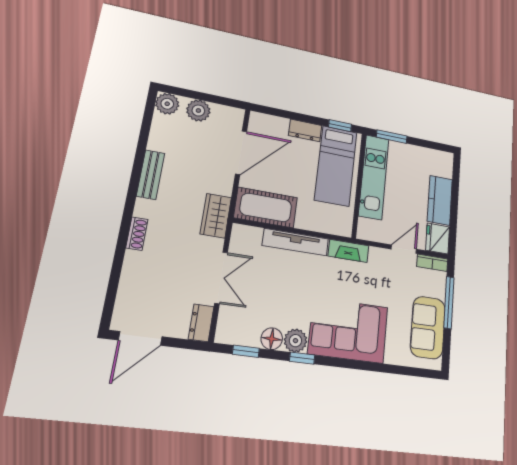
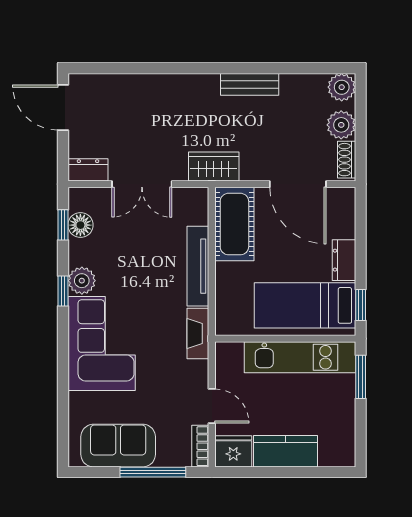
shoe rack: (137, 234) -> (347, 160), moved, turned 90
floor lamp: (272, 339) -> (80, 225), moved

